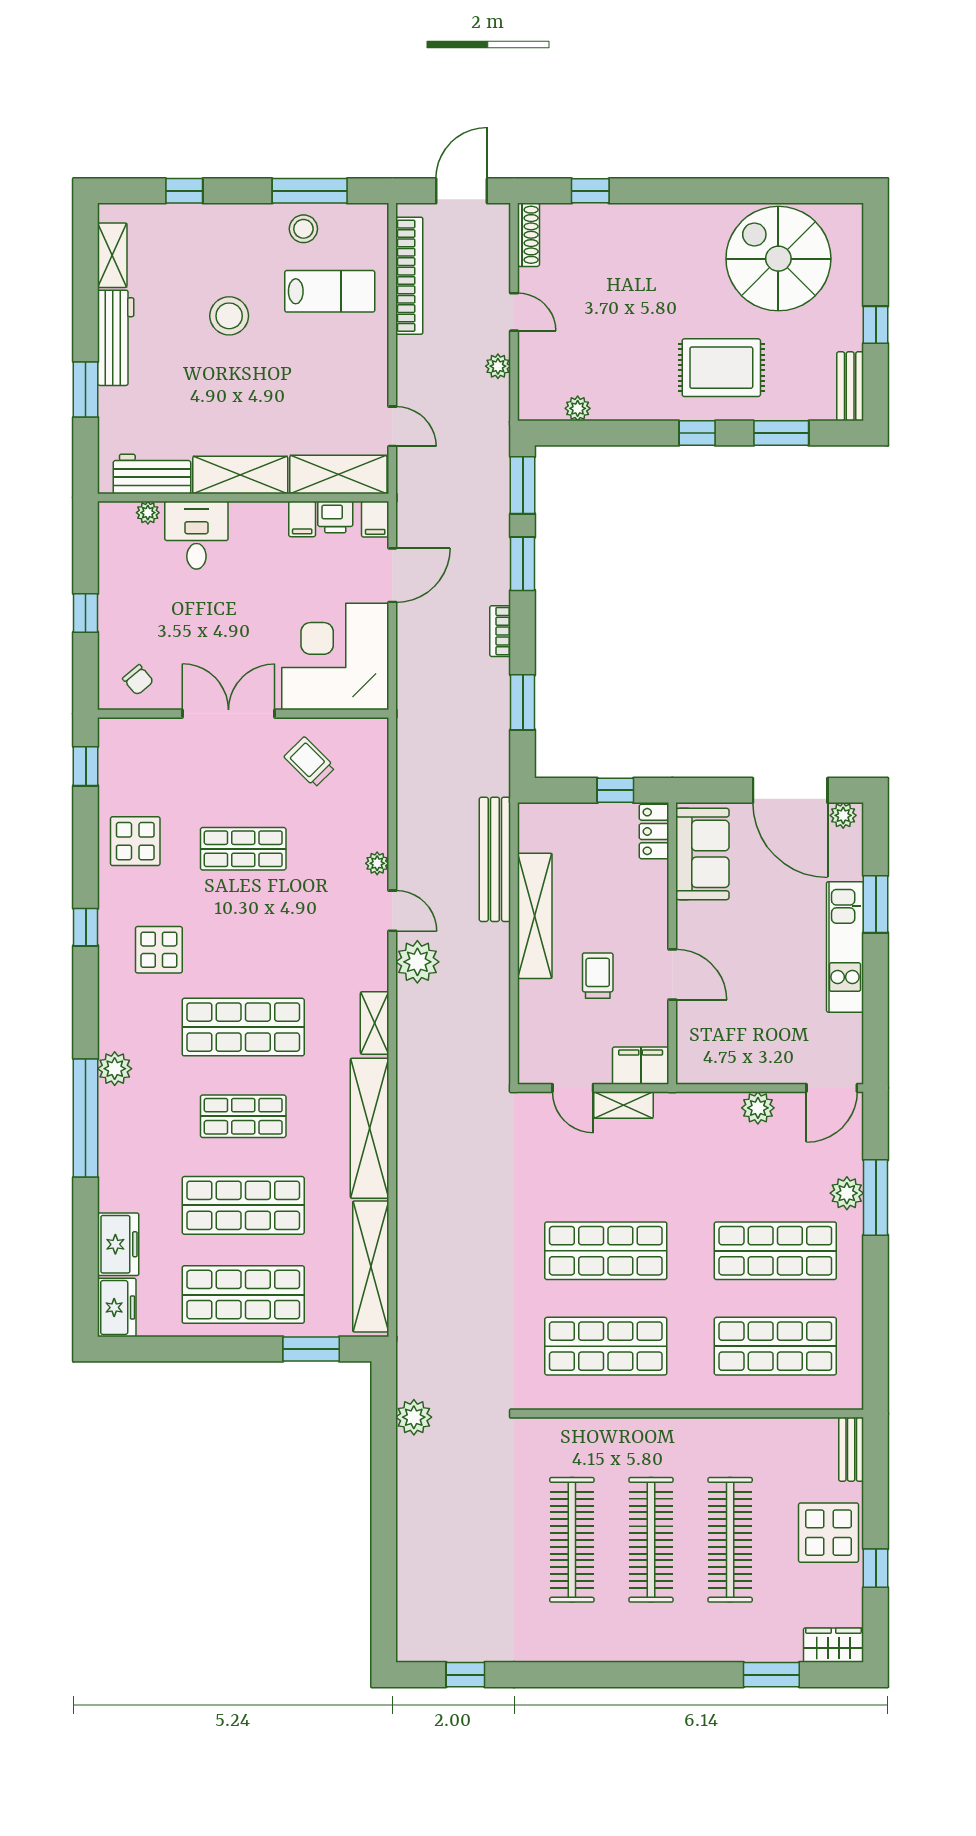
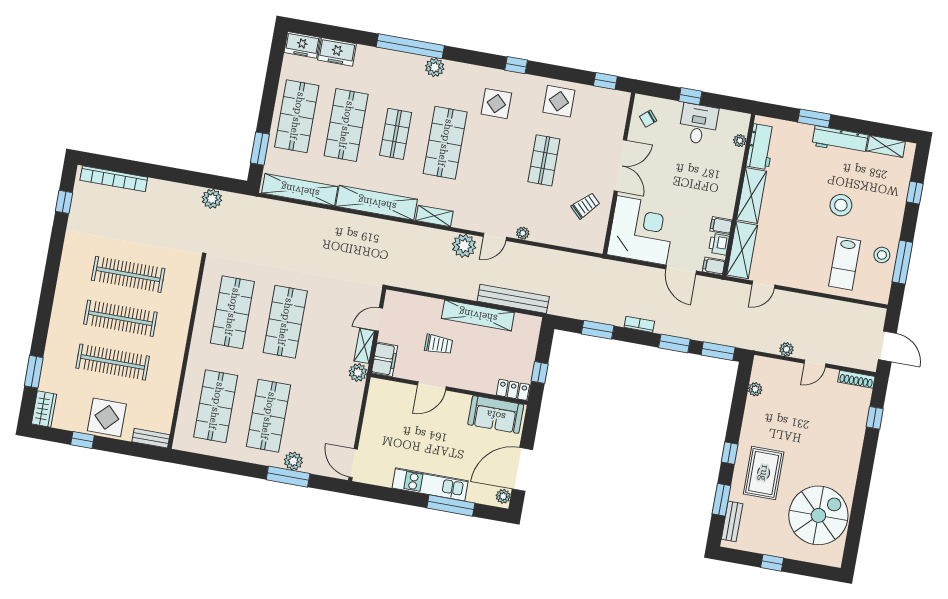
bookcase: (409, 276) -> (114, 179), moved
bench: (850, 386) -> (732, 521), moved, turned 90
desk: (196, 535) -> (698, 124), moved, turned -90
window: (876, 904) -> (451, 506), width x1.44
plant: (758, 1108) -> (358, 372), moved

